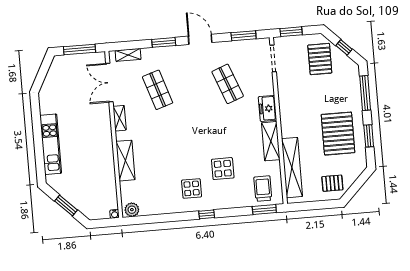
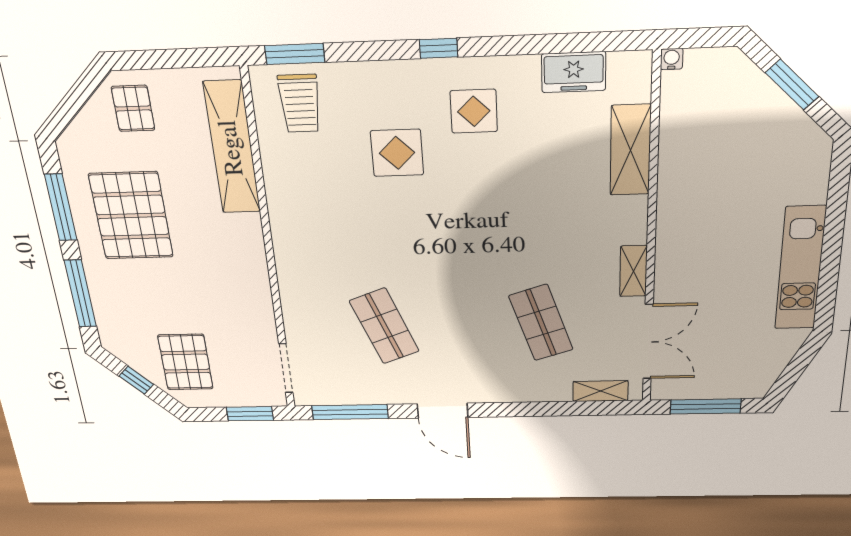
window: (244, 36) -> (350, 412), width x1.44
window: (164, 42) -> (521, 409), removed
freezer: (268, 108) -> (574, 72), moved, turned 90
window: (369, 136) -> (61, 207), width x1.44
shelving: (271, 141) -> (285, 207), removed
kitchen unit: (51, 144) -> (800, 268), moved
shelving: (125, 161) -> (630, 150), moved
pallet: (332, 183) -> (133, 108), turned 90
plant: (132, 210) -> (626, 68), removed

